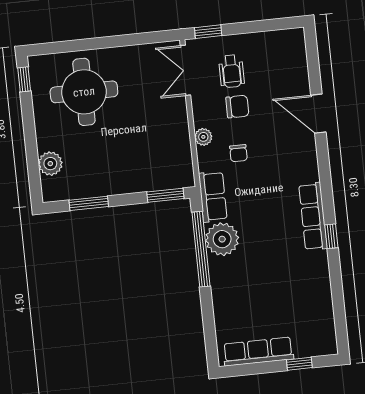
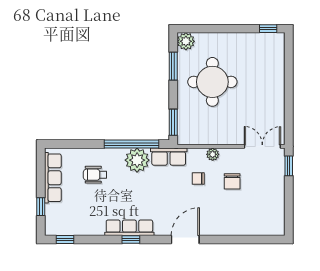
wheelchair: (232, 71) -> (95, 175), moved
round table: (84, 92) -> (212, 82), moved
door: (318, 114) -> (185, 240), moved
plant: (50, 164) -> (186, 41), moved
row of seats: (313, 216) -> (129, 228), moved
window: (341, 326) -> (65, 240), added

